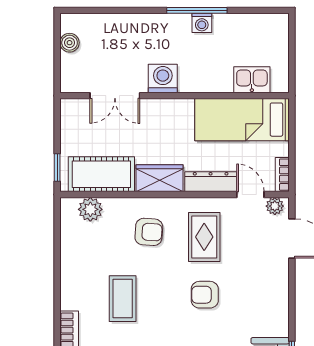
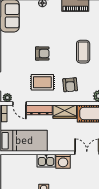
kitchen sink: (252, 80) -> (46, 161), moved
armchair: (149, 232) -> (70, 85), turned -99
rug: (204, 237) -> (42, 82), turned 90

